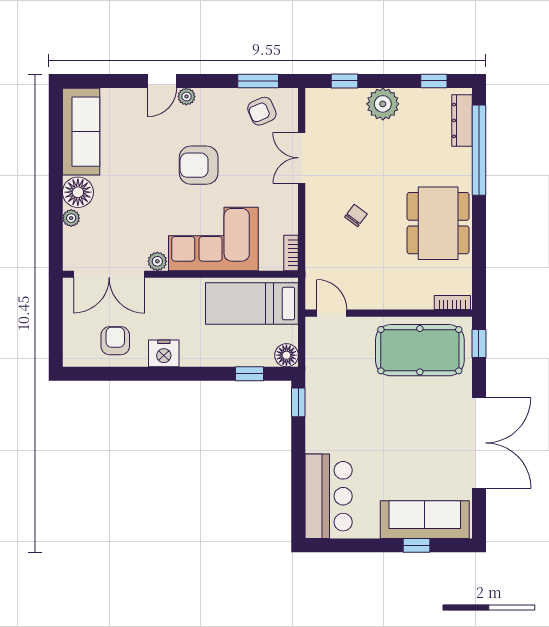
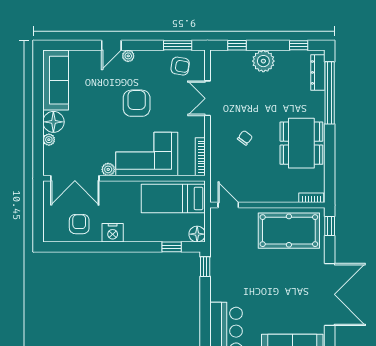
armchair: (262, 111) -> (180, 66), turned -148
armchair: (199, 165) -> (137, 103), turned 90
bookcase: (291, 253) -> (200, 157), width x1.56

